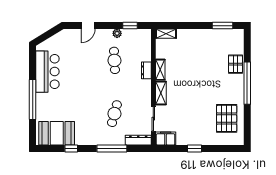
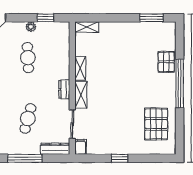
dresser: (146, 70) -> (64, 89), moved
filing cabinet: (166, 138) -> (81, 147), width x0.50

